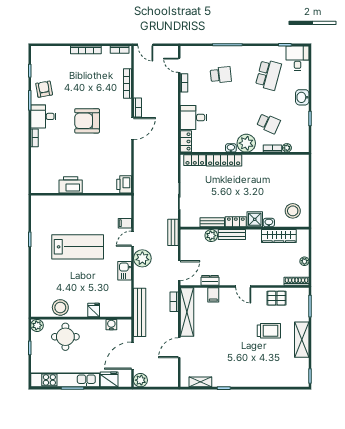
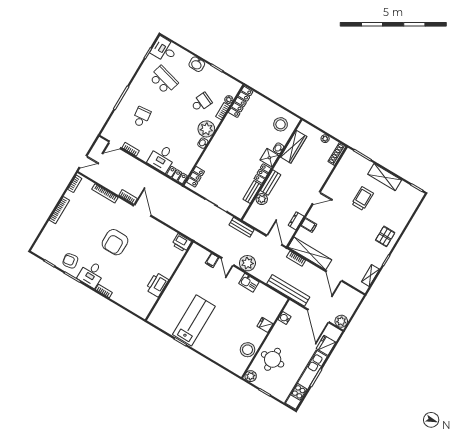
locker: (224, 160) -> (241, 102), moved
lab bench: (78, 247) -> (194, 320), moved
pallet: (276, 298) -> (385, 236), moved

